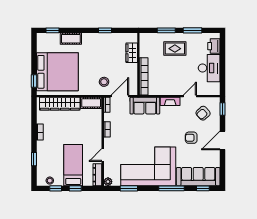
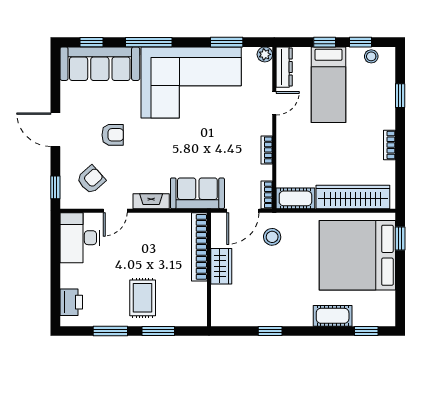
rug: (175, 49) -> (143, 298), turned 90
wardrobe: (132, 53) -> (221, 266), moved
desk: (209, 68) -> (80, 238), moved
door: (223, 140) -> (55, 130), swing flipped

